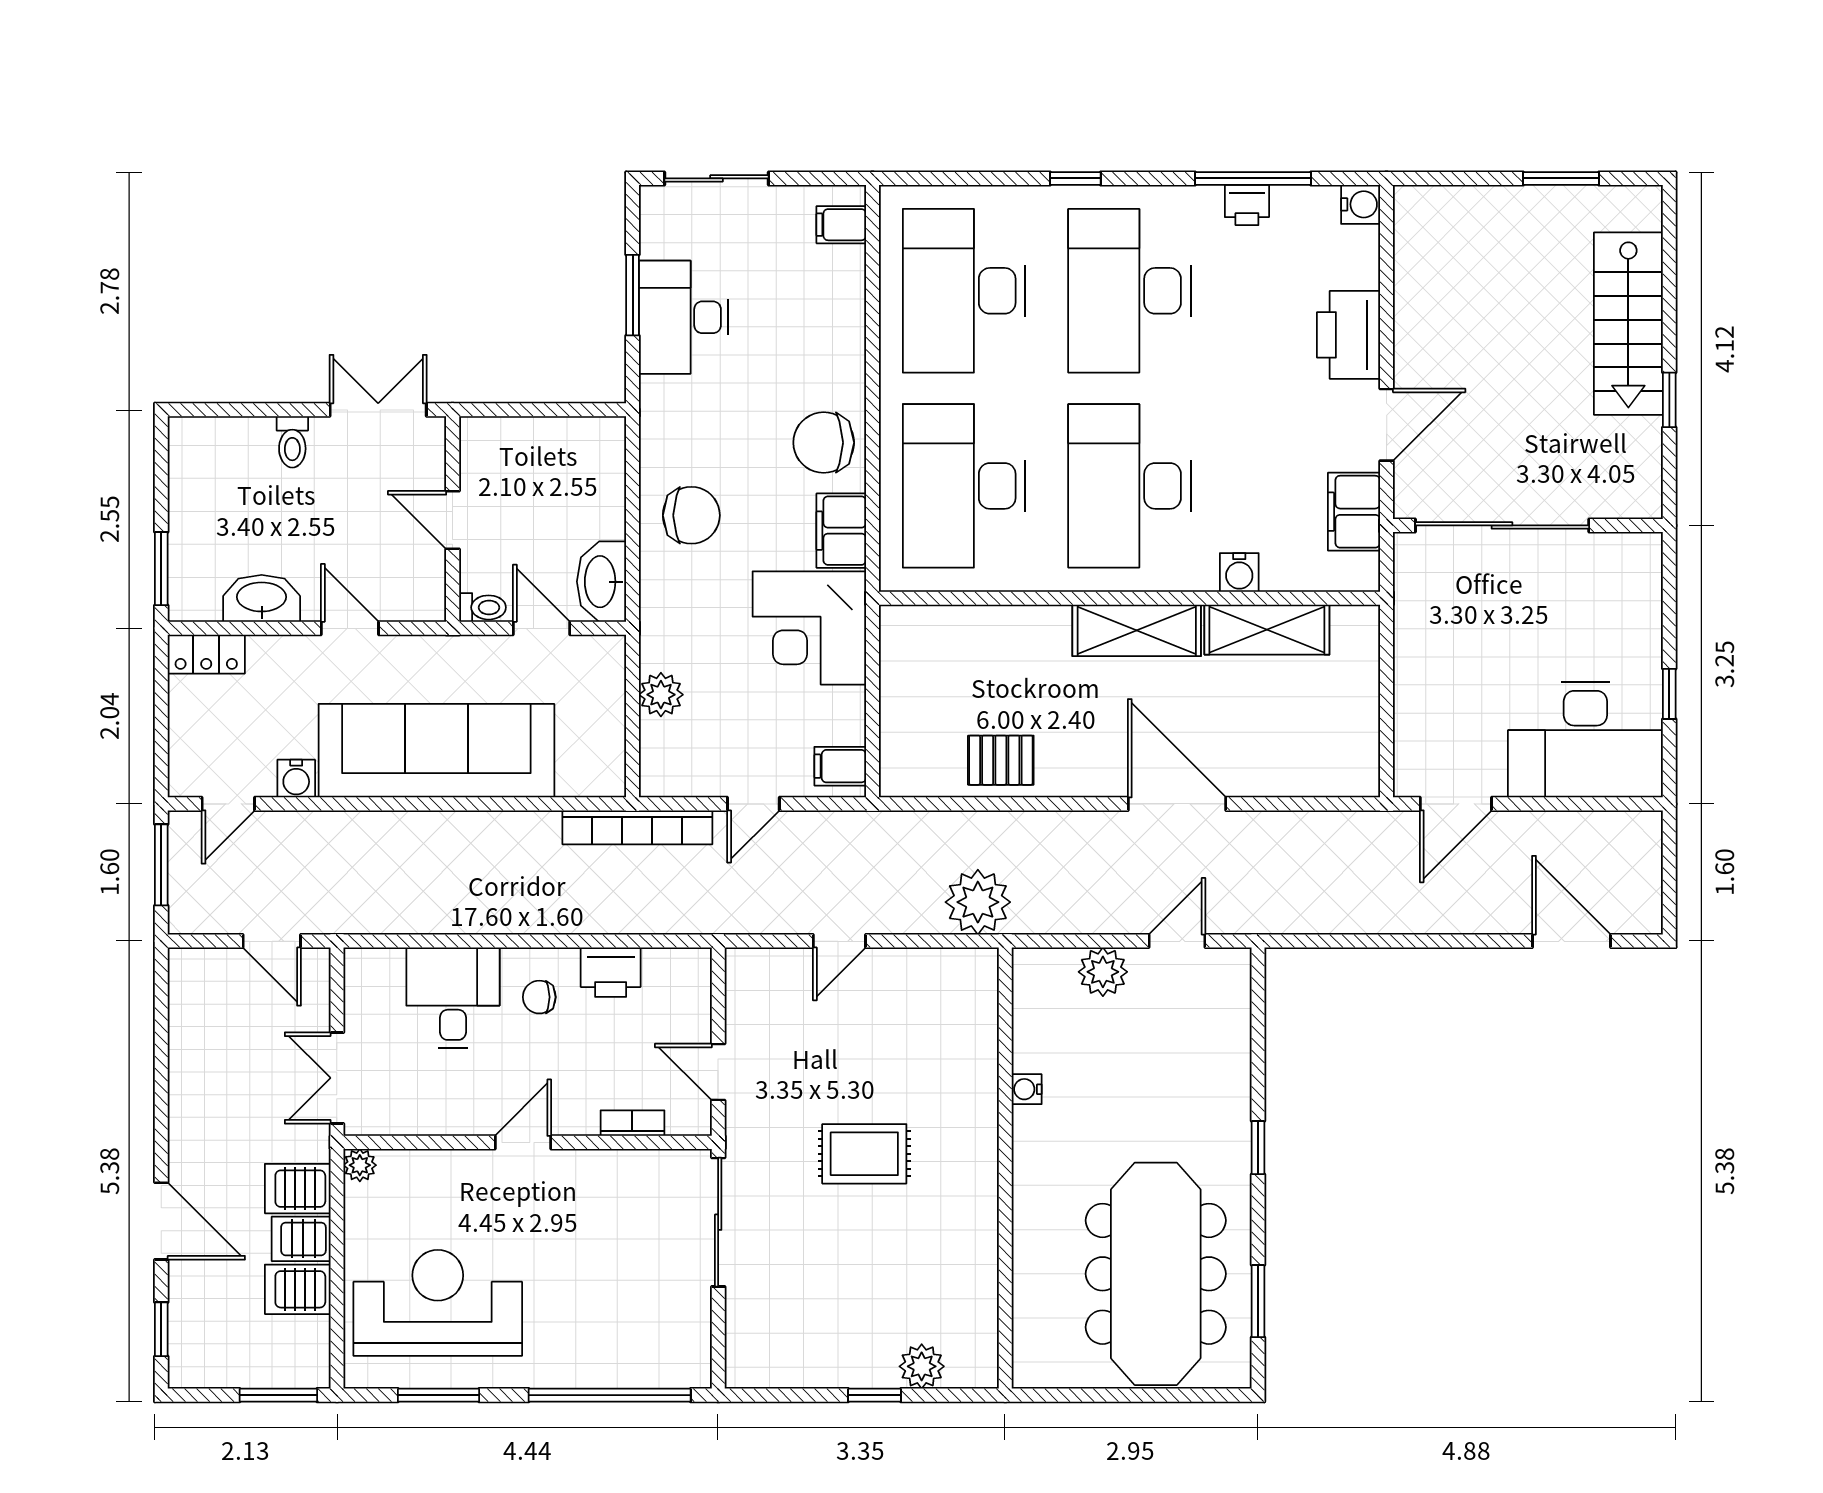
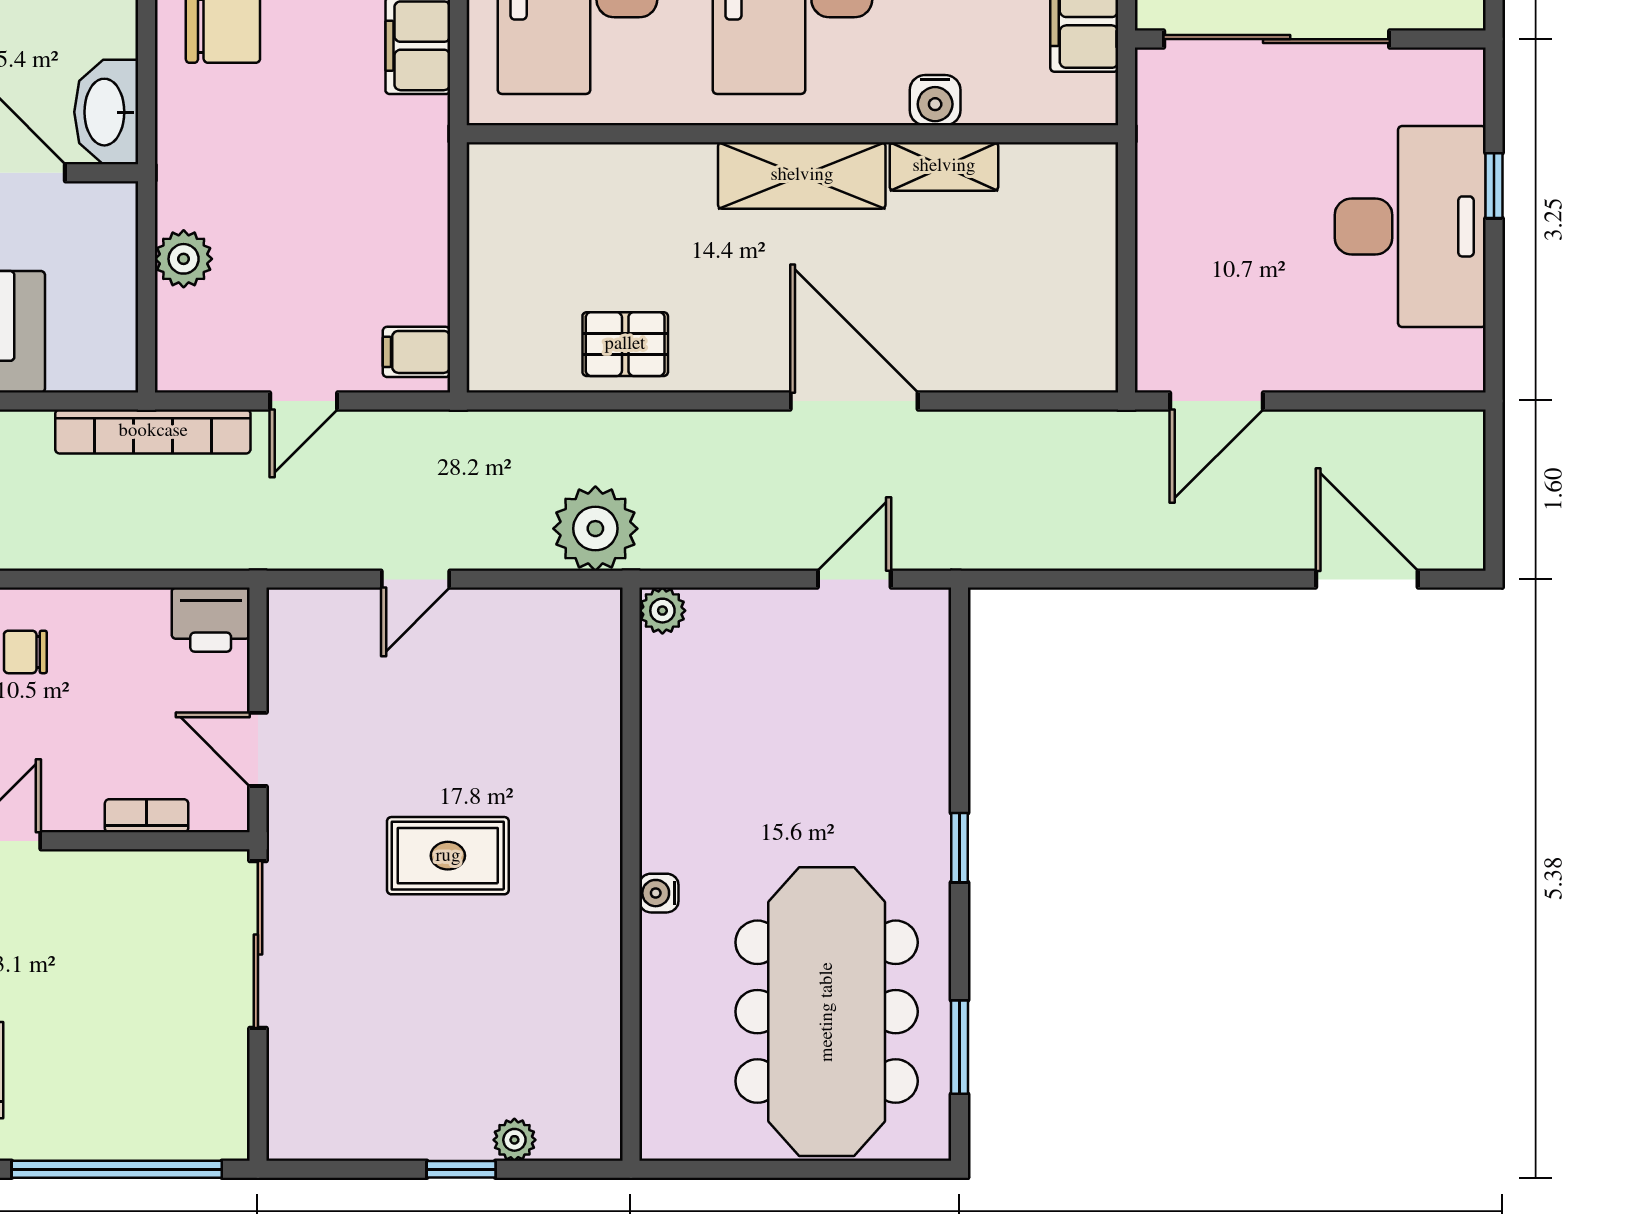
corner desk: (809, 628) -> (376, 172), removed
shelving: (1267, 630) -> (944, 166), width x0.67, depth x0.75
window: (1669, 694) -> (1494, 186), moved
desk: (1585, 740) -> (1410, 226), moved, turned -90
printer: (611, 972) -> (211, 620), moved
plant: (1103, 972) -> (662, 611), moved, width x0.73, depth x0.73
water cooler: (1027, 1089) -> (659, 893), moved
plant: (922, 1366) -> (514, 1140), width x0.73, depth x0.73

